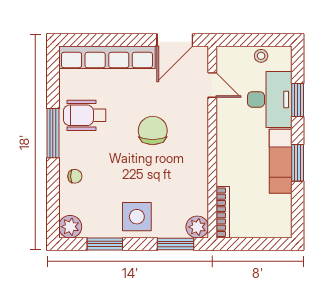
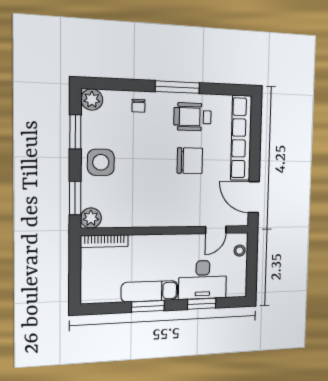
stool: (261, 56) -> (240, 251), moved
wheelchair: (85, 115) -> (192, 117), turned -90
chair: (153, 131) -> (190, 161), moved

